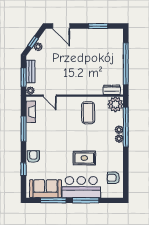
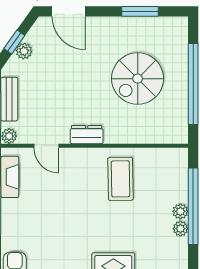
spiral stairs: (97, 61) -> (138, 79), added
dresser: (112, 90) -> (87, 135), moved
plant: (115, 104) -> (173, 163), removed

